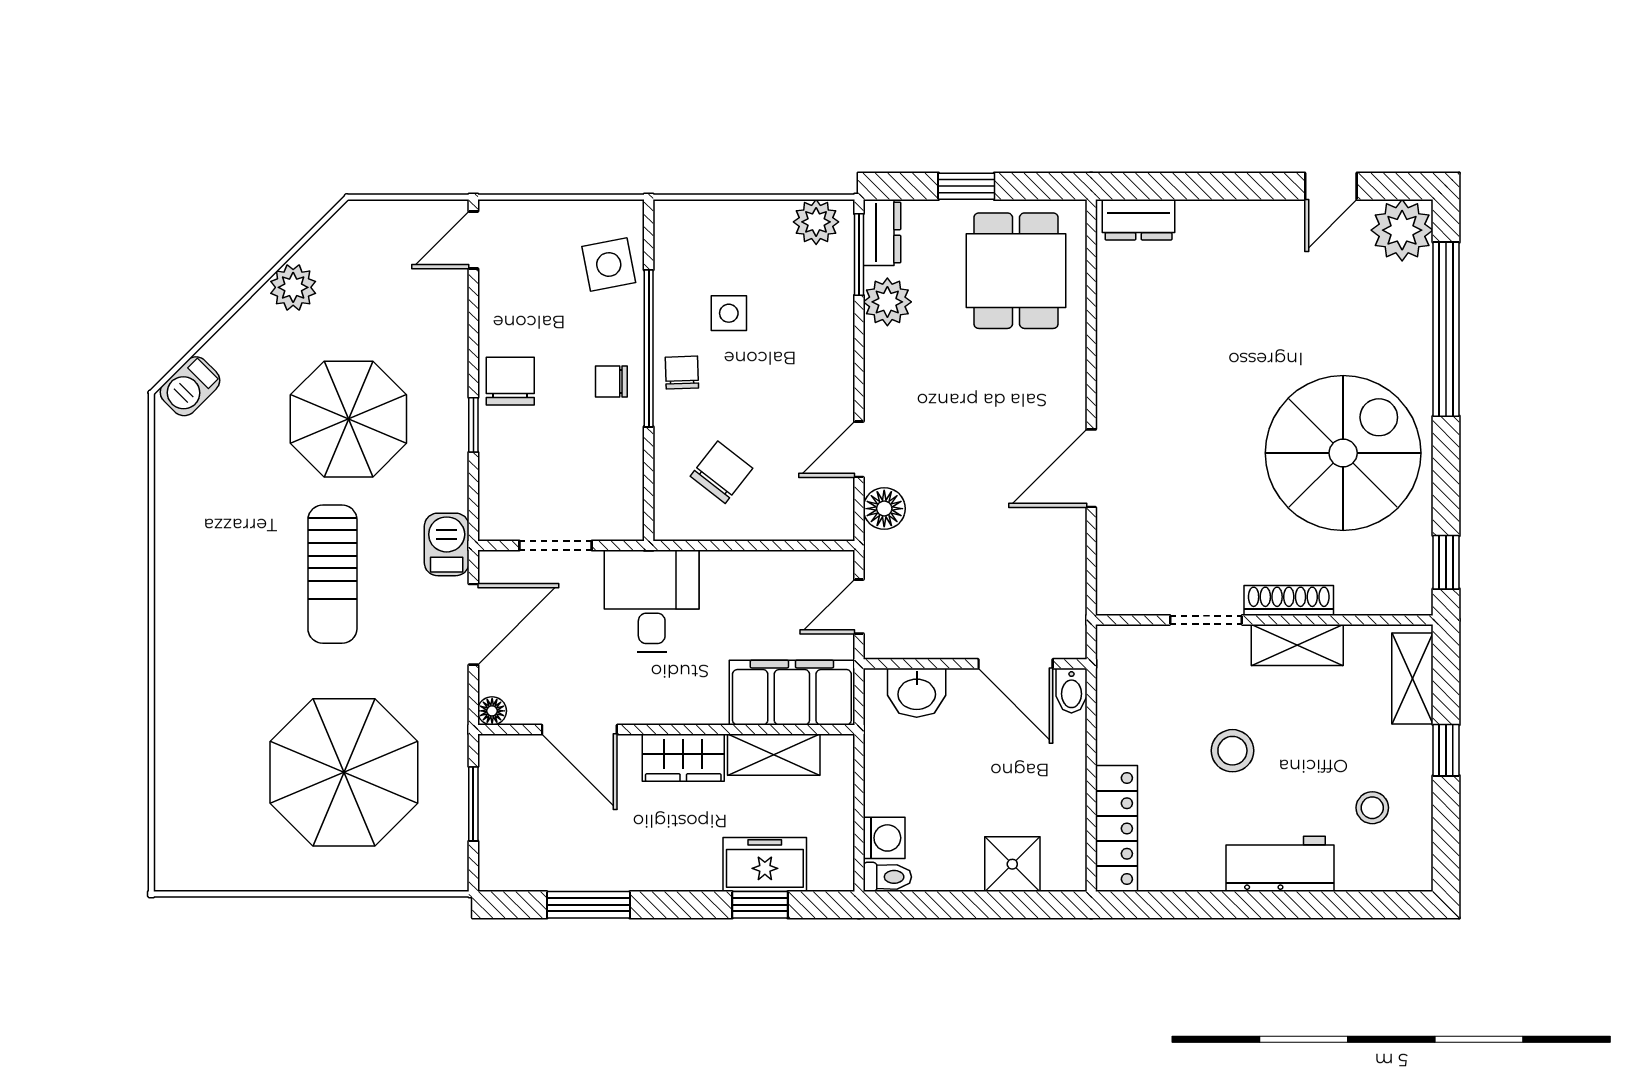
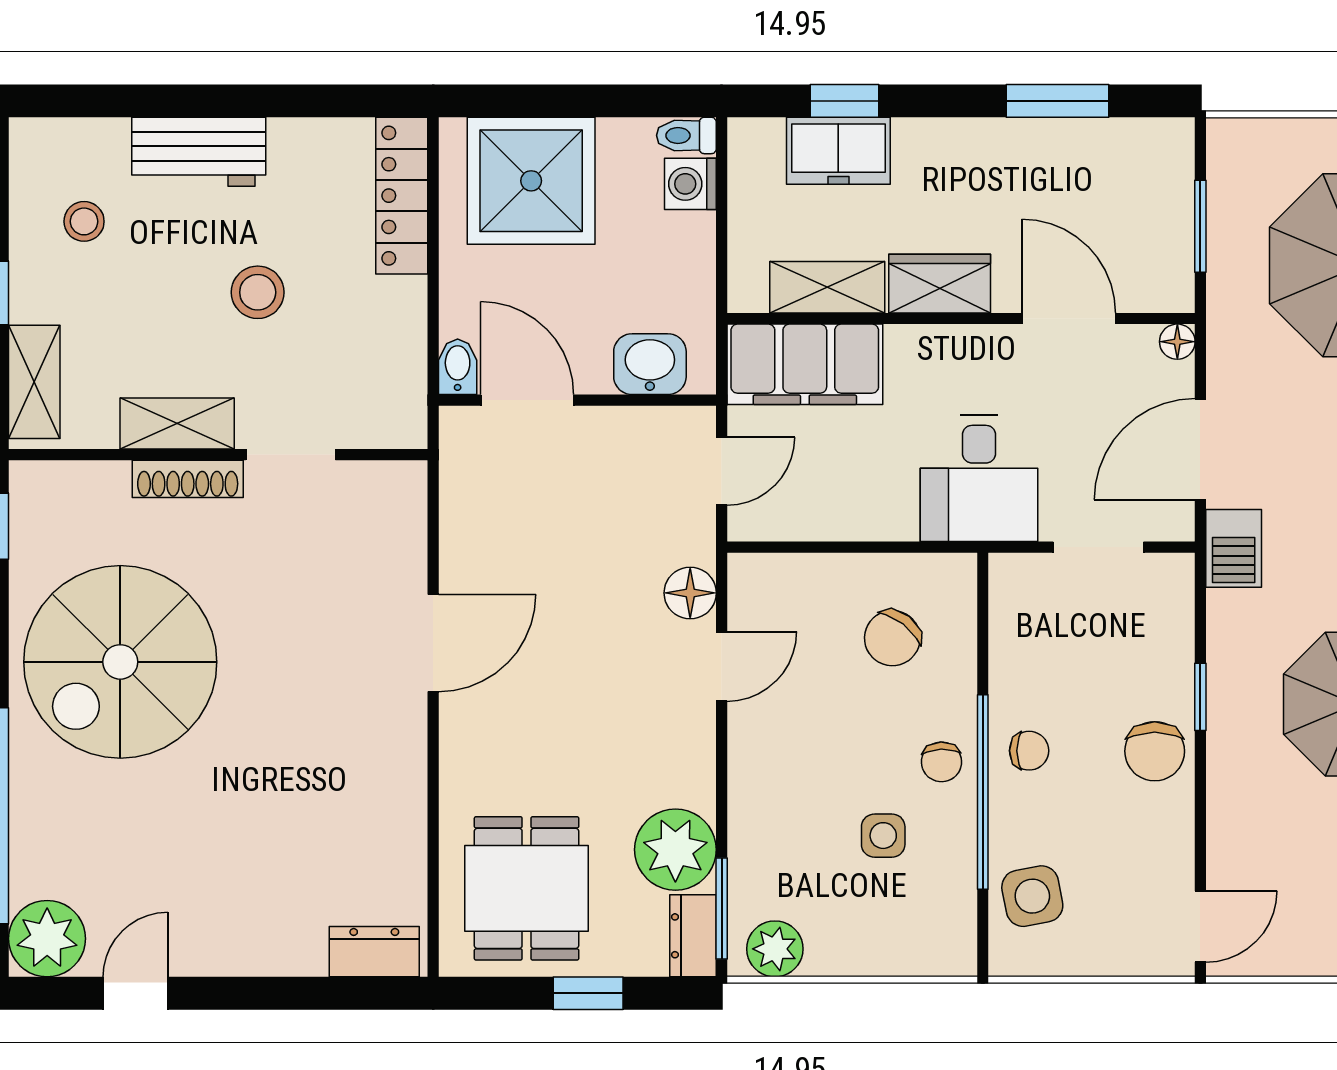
plant: (887, 302) -> (675, 850), width x1.36, depth x1.36
shower: (1012, 864) -> (531, 181), width x1.86, depth x1.86

